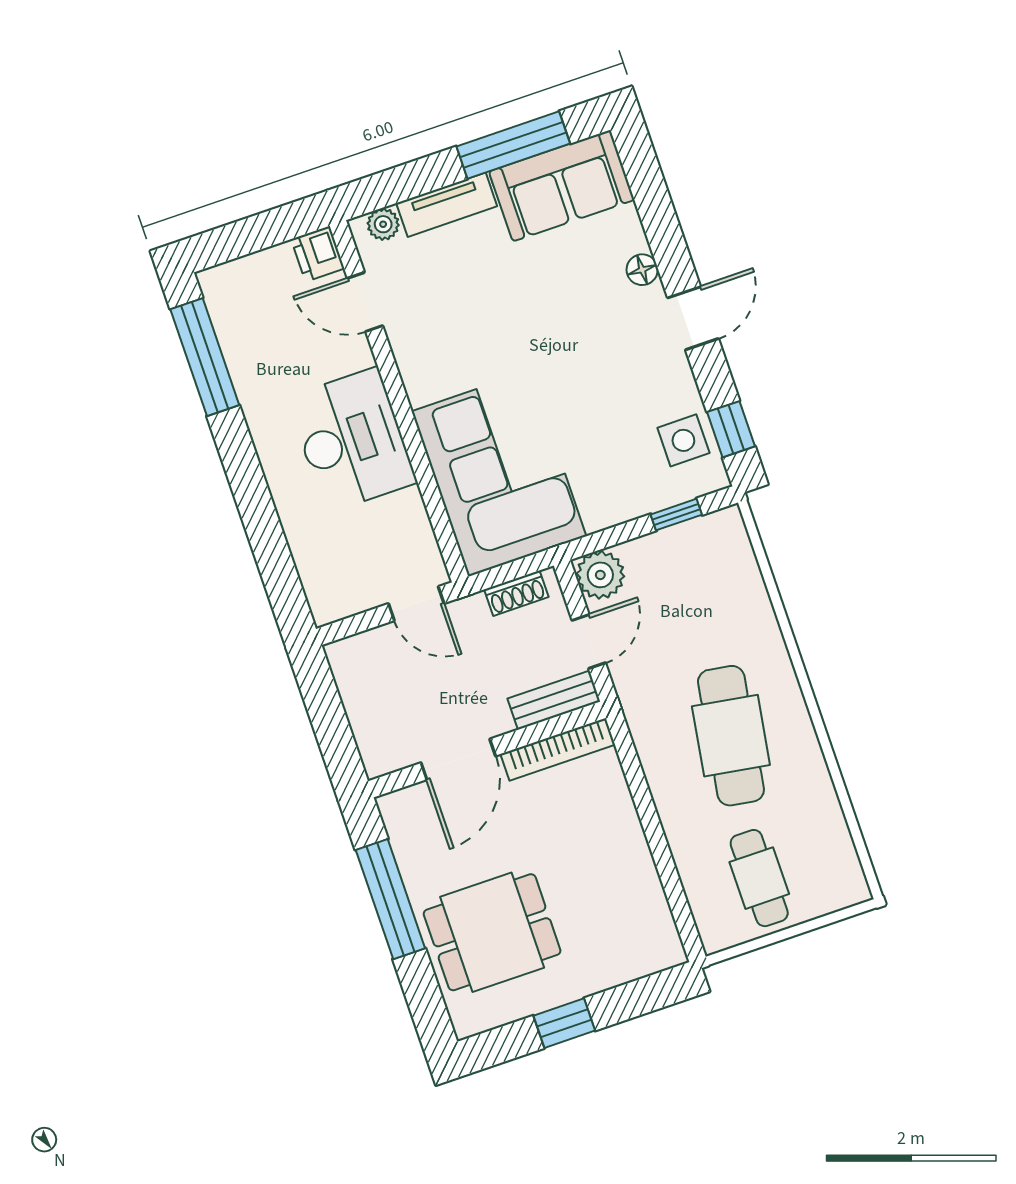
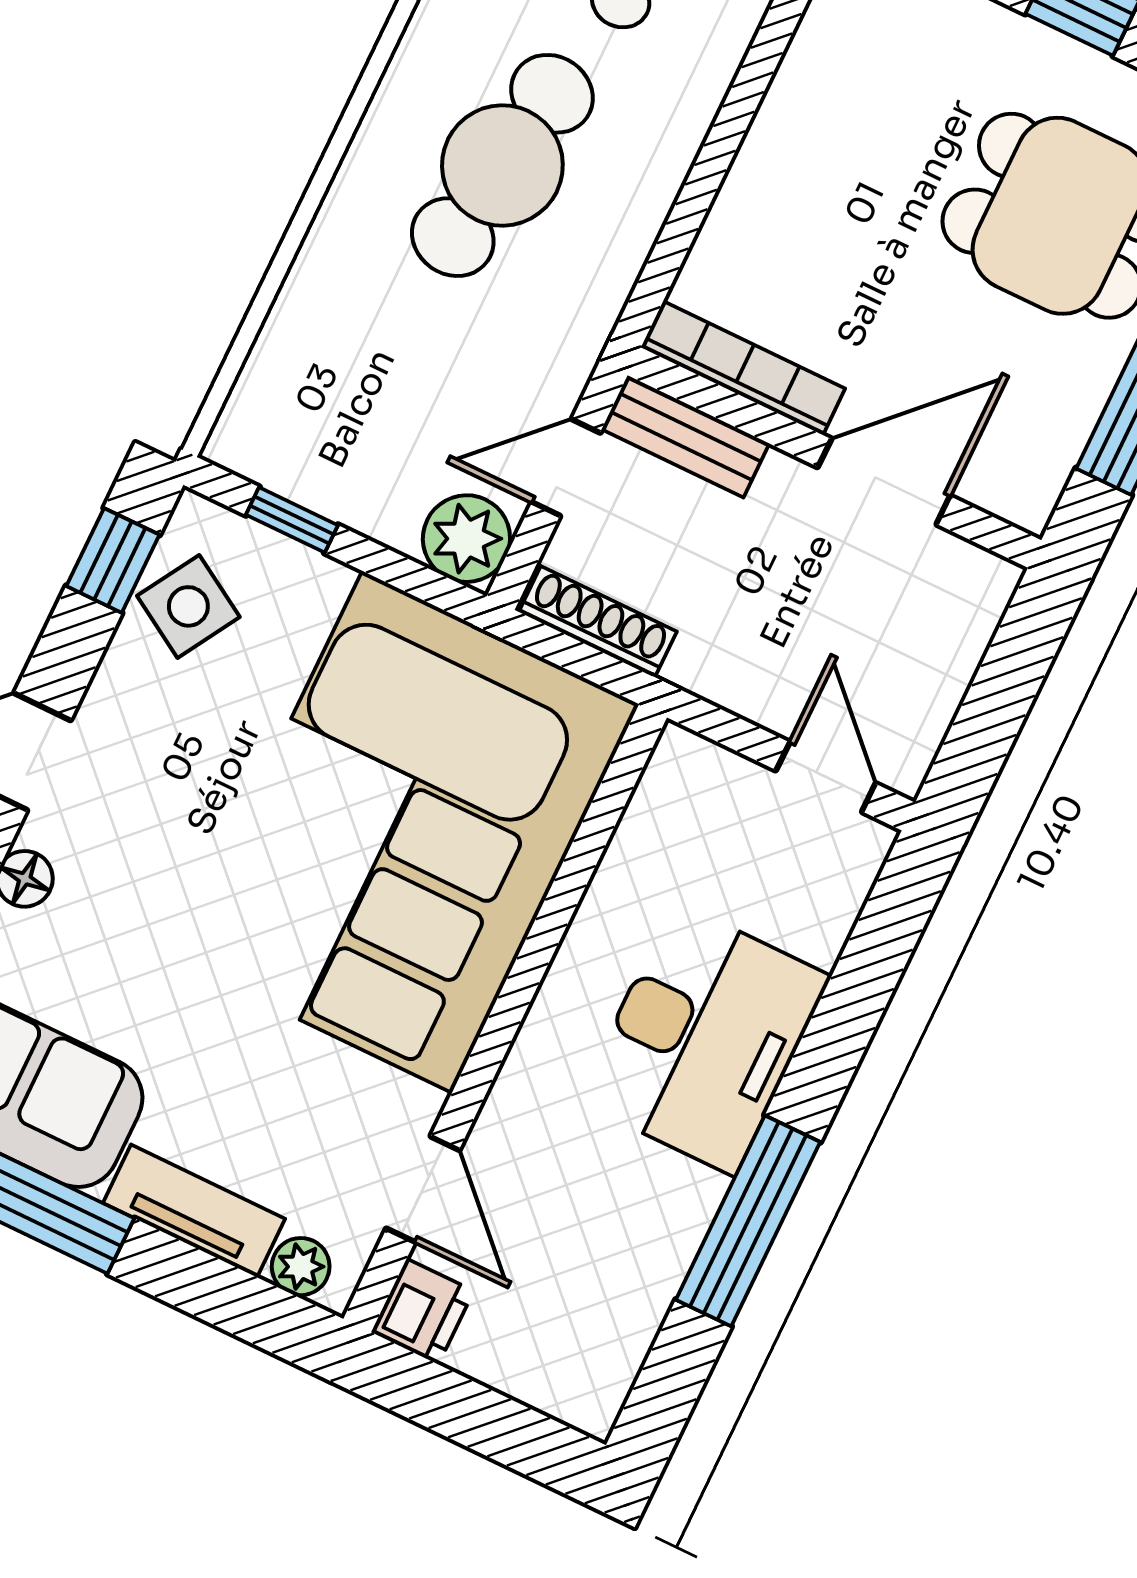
window: (205, 357) -> (748, 1221), moved
desk: (352, 440) -> (704, 1039), moved, turned 180
side table: (683, 440) -> (188, 606), turned 31
corner sofa: (499, 474) -> (407, 832), width x1.36, depth x1.36
shoe rack: (516, 593) -> (598, 622), width x1.43
door: (416, 604) -> (826, 777), moved

